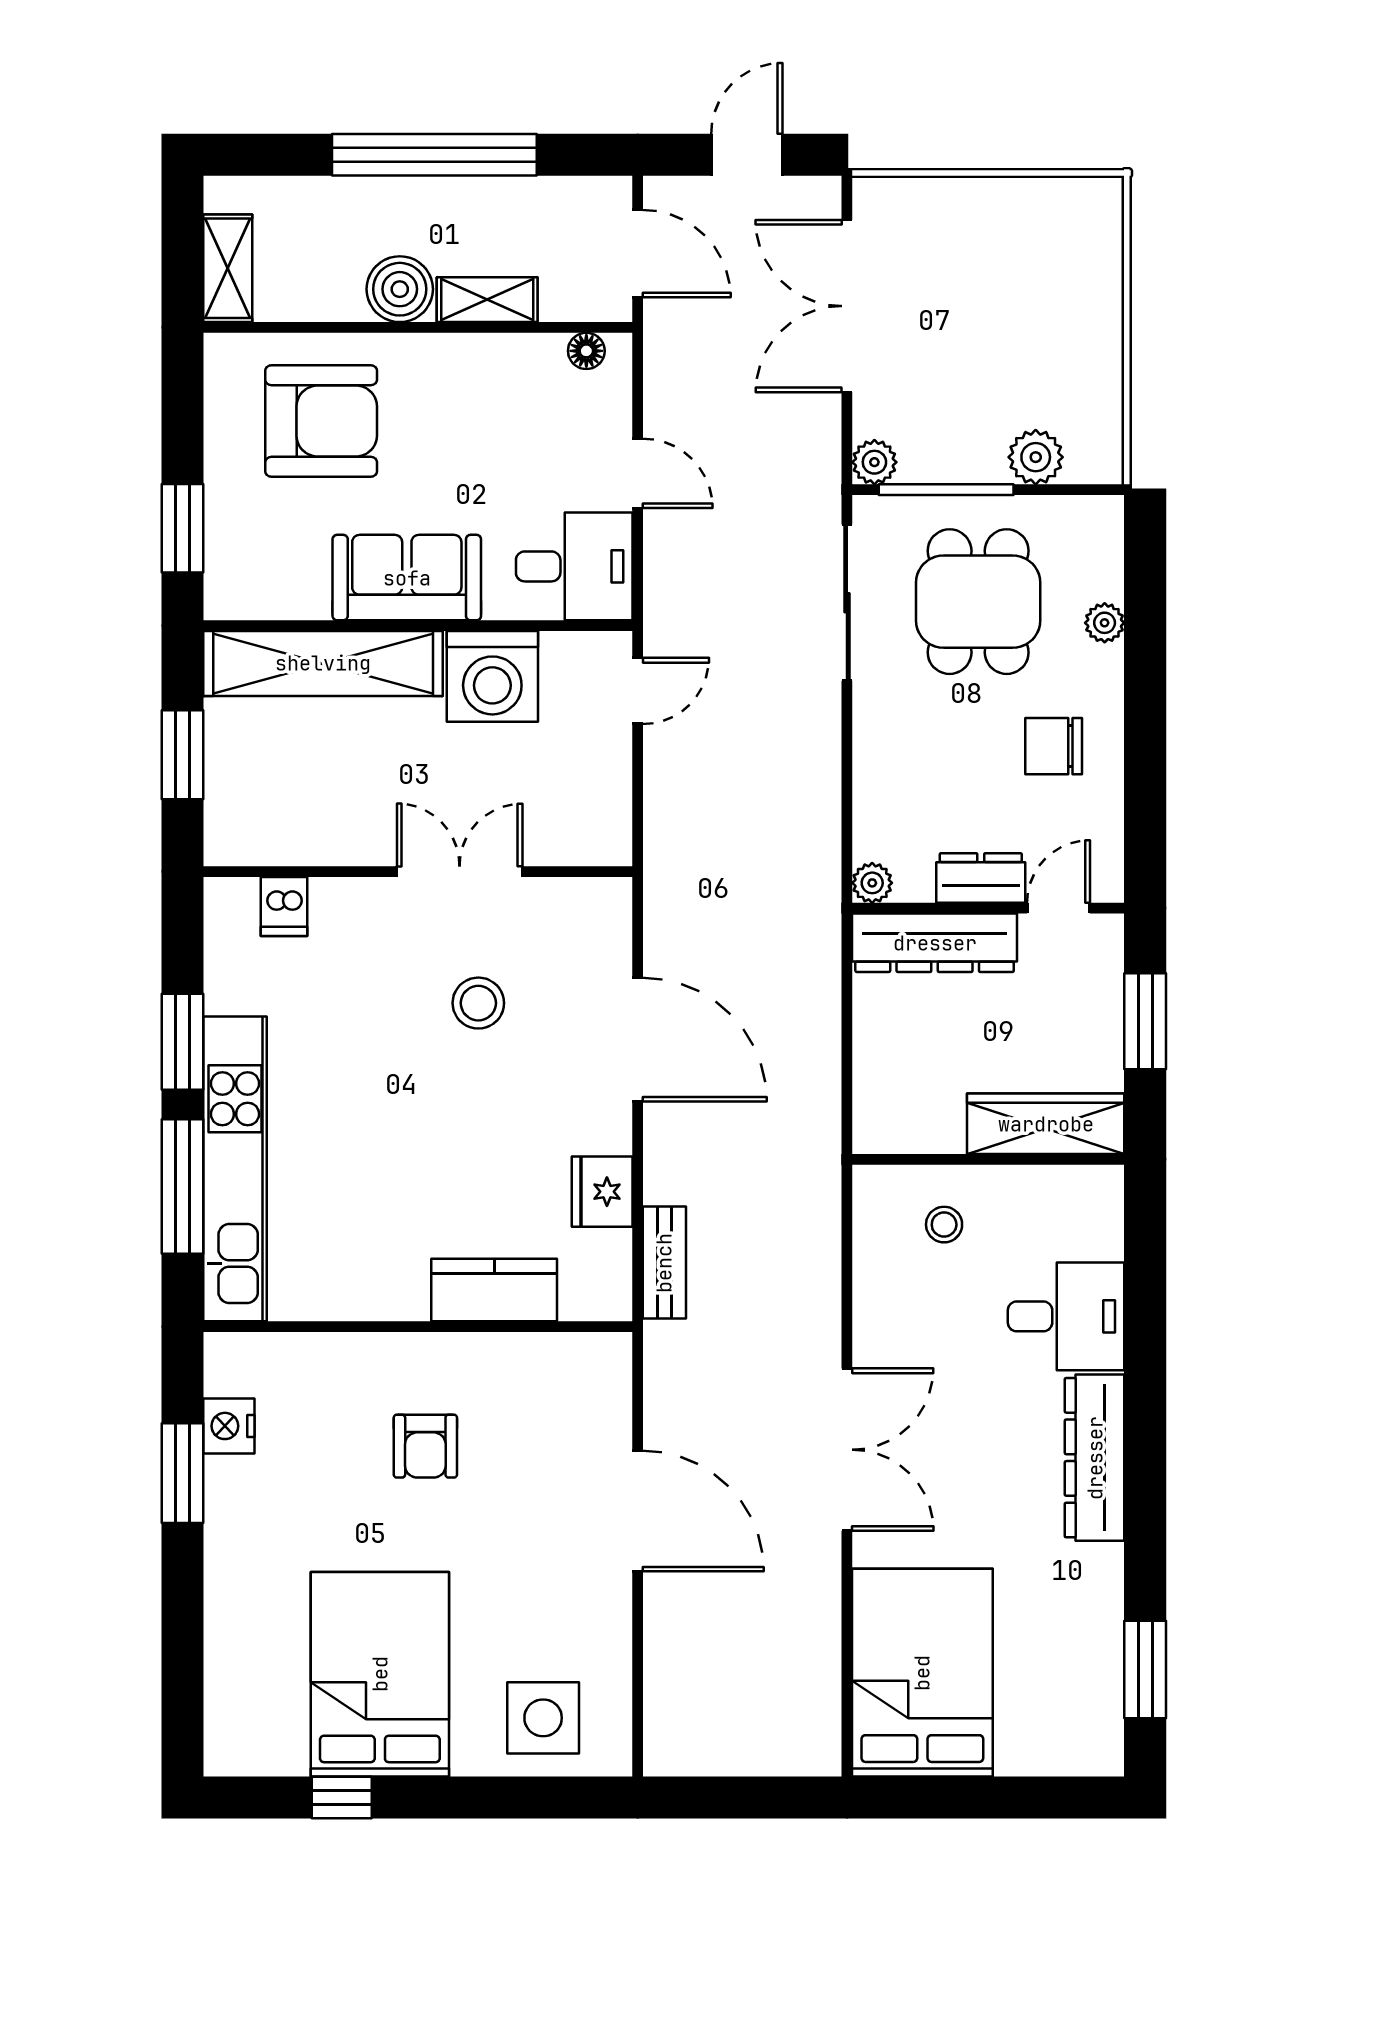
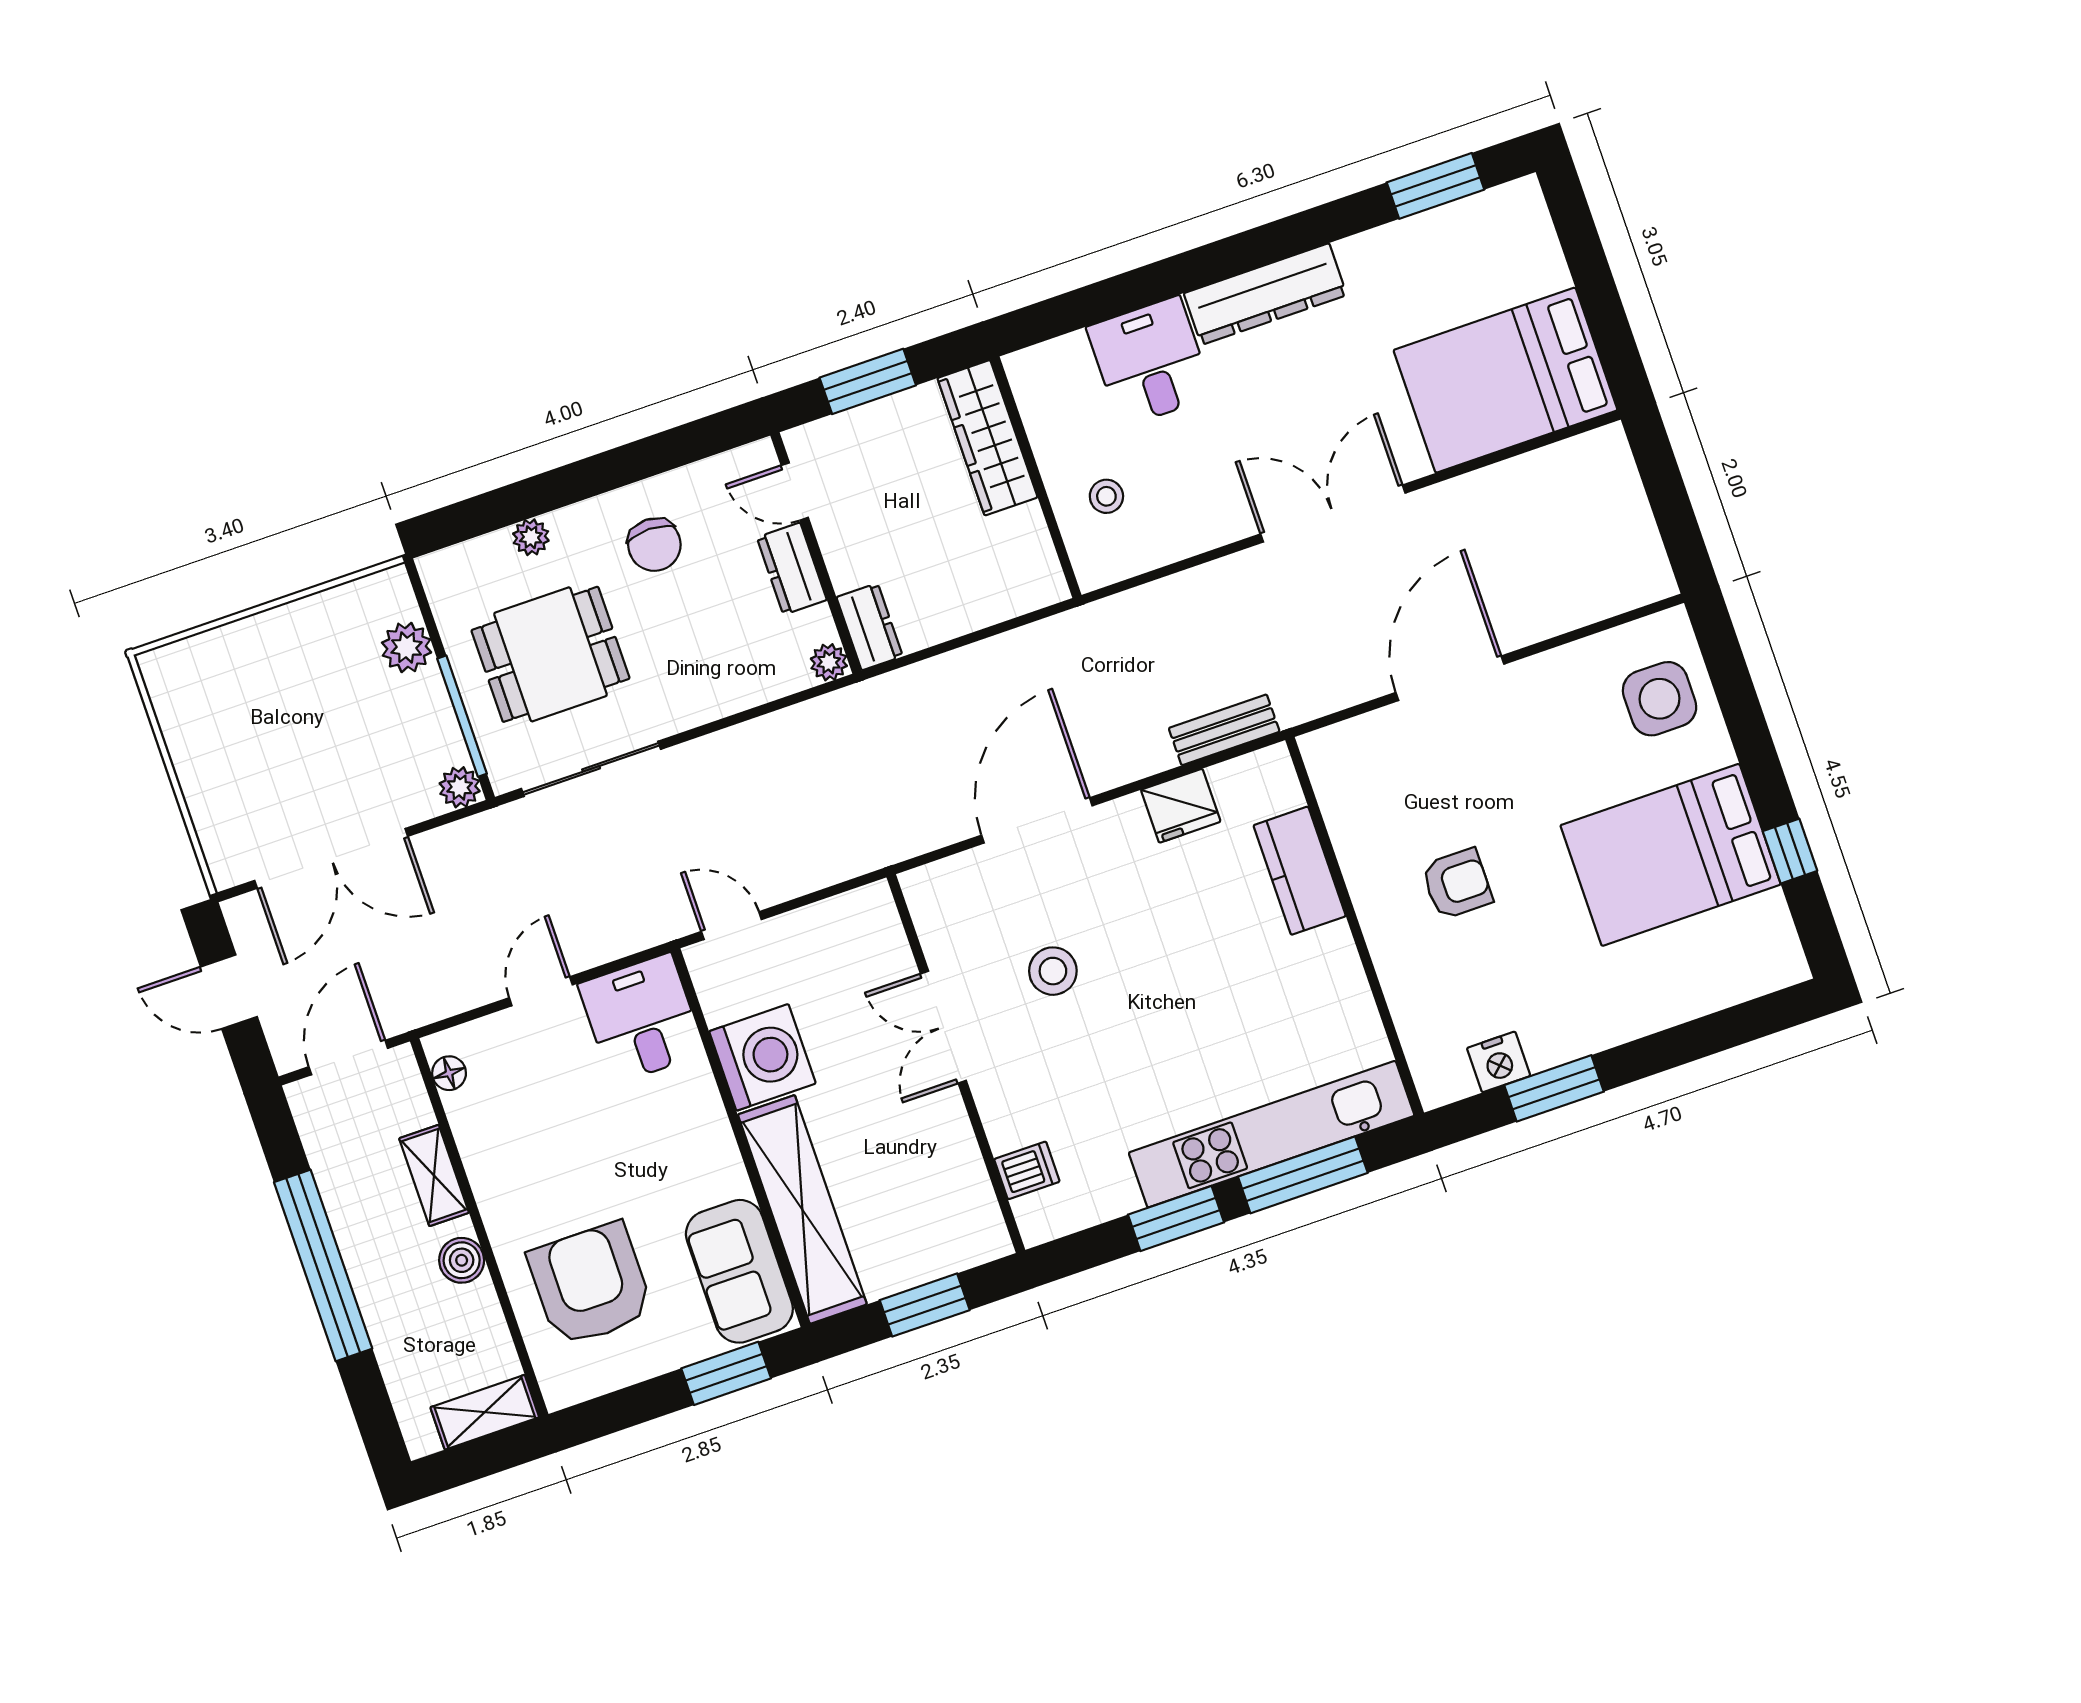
boiler: (400, 289) -> (462, 1260), width x0.73, depth x0.73
sofa: (407, 578) -> (739, 1271), moved
dresser: (935, 943) -> (870, 627), width x0.51, depth x0.80

